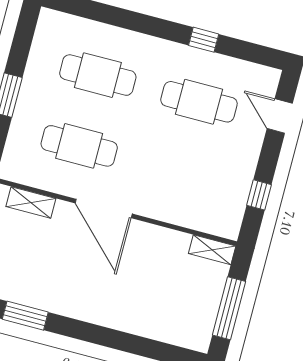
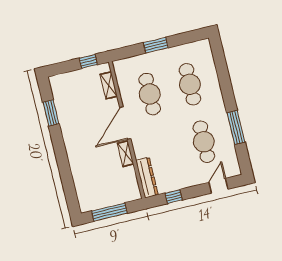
window: (204, 40) -> (236, 127), width x2.17
dresser: (207, 221) -> (147, 178), added
shelving: (212, 250) -> (125, 154), moved

